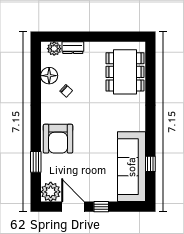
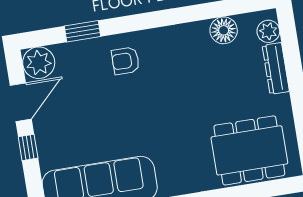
dresser: (73, 48) -> (276, 68), width x1.44
chair: (66, 91) -> (204, 61), removed
armchair: (58, 139) -> (125, 61), width x0.53, depth x0.53

